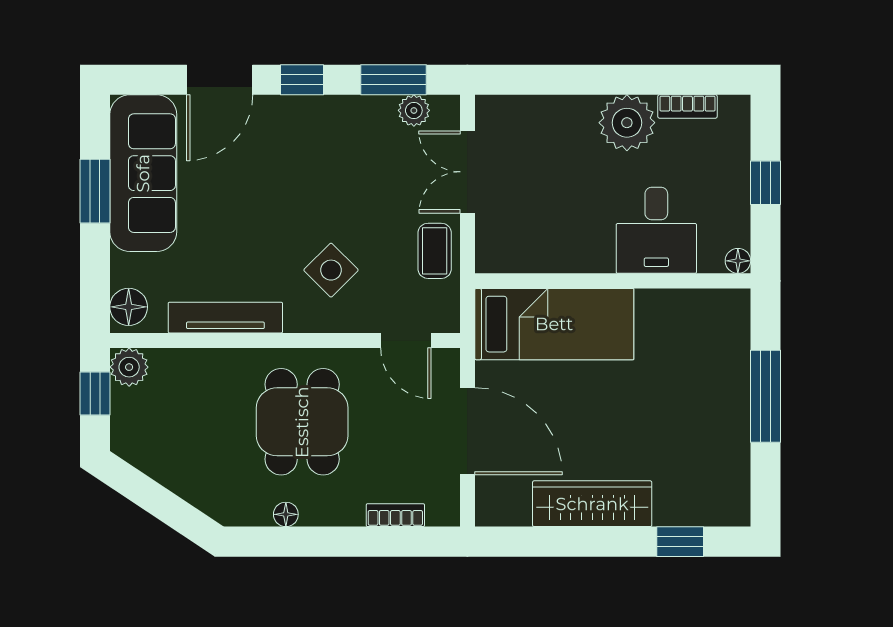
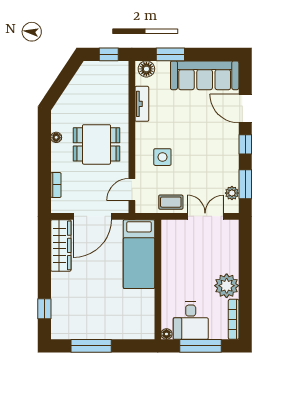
bookcase: (687, 106) -> (234, 319), width x1.56
window: (765, 183) -> (200, 346), width x2.17
window: (95, 191) -> (170, 54), moved
desk: (656, 230) -> (191, 321), moved, turned -90
side table: (331, 270) -> (162, 157), turned 45
tv unit: (225, 318) -> (142, 104), width x0.71
plant: (129, 367) -> (120, 69), removed
window: (765, 396) -> (91, 346), moved
wardrobe: (592, 504) -> (61, 245), moved

